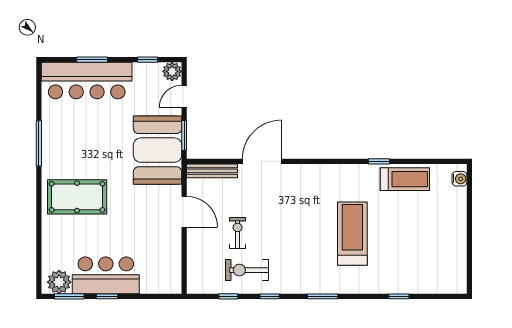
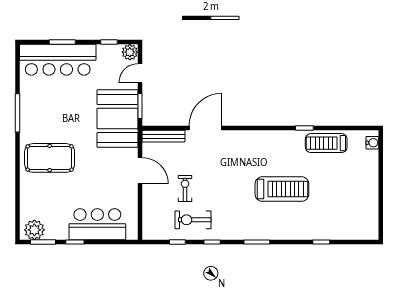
treadmill: (405, 179) -> (326, 143), turned 180
treadmill: (352, 234) -> (282, 189), turned 90
bar counter: (106, 275) -> (97, 224), moved

